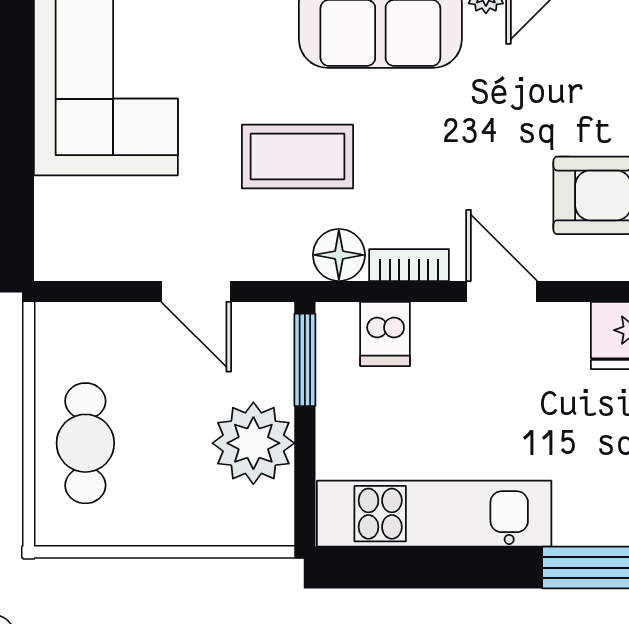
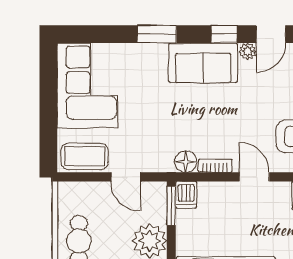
coffee table: (298, 156) -> (85, 156), moved
dishwasher: (385, 334) -> (186, 195), moved

